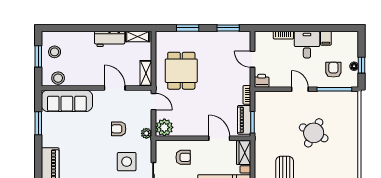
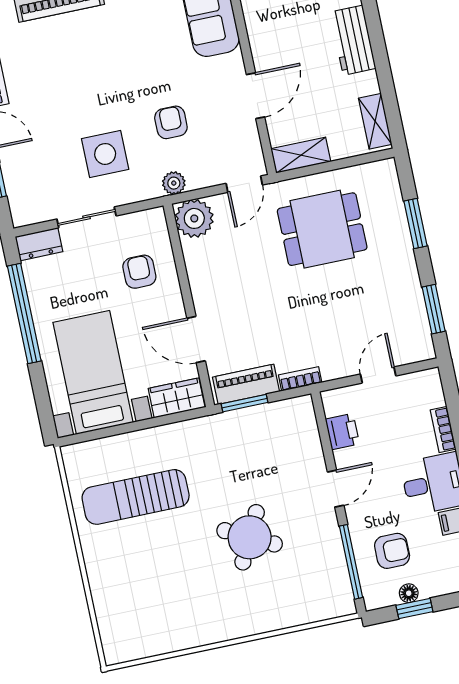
workbench: (110, 39) -> (353, 40), moved
printer: (262, 81) -> (342, 432), moved
door: (219, 138) -> (196, 340), swing flipped
armchair: (183, 157) -> (139, 272), turned 180

